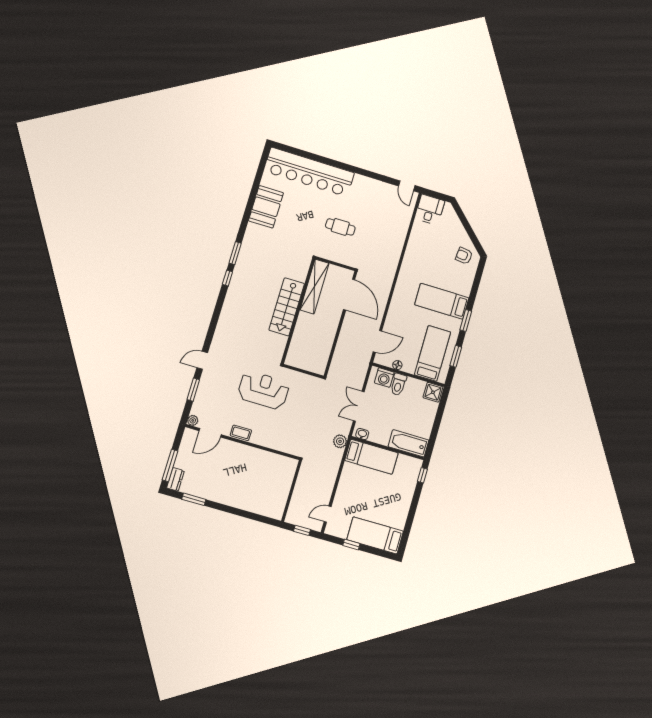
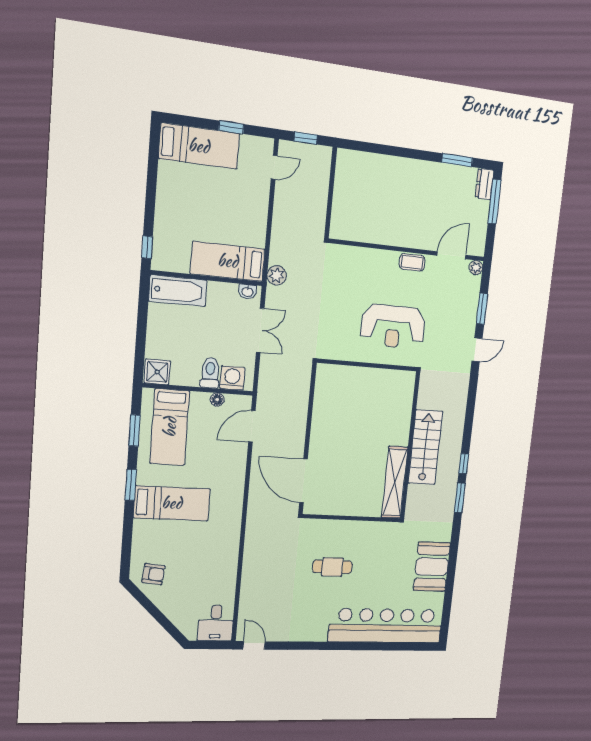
shelving: (314, 287) -> (395, 482), moved
stairs: (287, 307) -> (425, 447), moved
wall: (298, 311) -> (410, 446), moved

